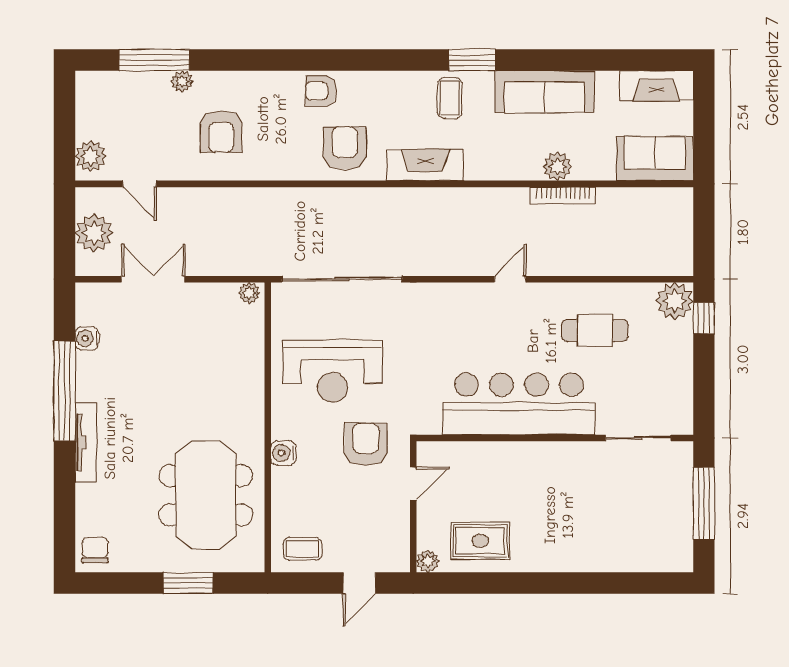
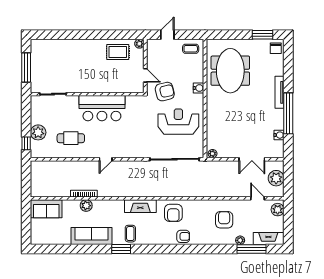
fireplace: (656, 86) -> (268, 239), moved
plant: (675, 301) -> (38, 132), moved
bar counter: (519, 404) -> (102, 108), width x0.73
armchair: (366, 444) -> (165, 92), turned -103
door: (413, 484) -> (145, 75), swing flipped
window: (188, 583) -> (262, 35), moved

